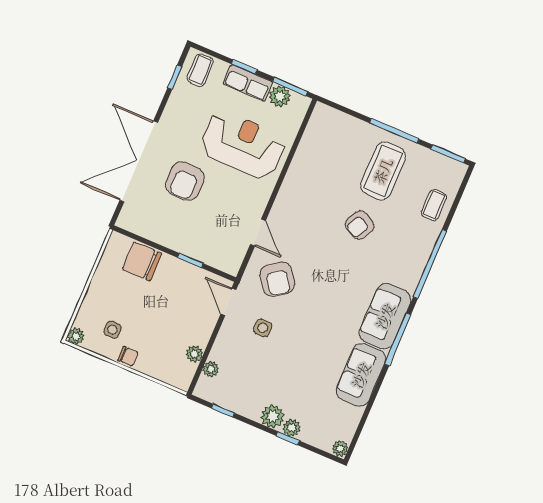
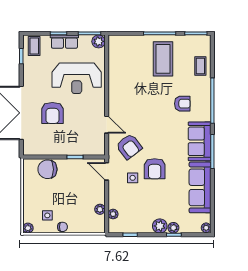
plant: (280, 96) -> (99, 41), moved
reception desk: (243, 145) -> (77, 78), turned 180
armchair: (360, 225) -> (182, 104), moved, turned -118
armchair: (301, 328) -> (155, 169), added
sofa: (361, 375) -> (200, 187), width x1.36

